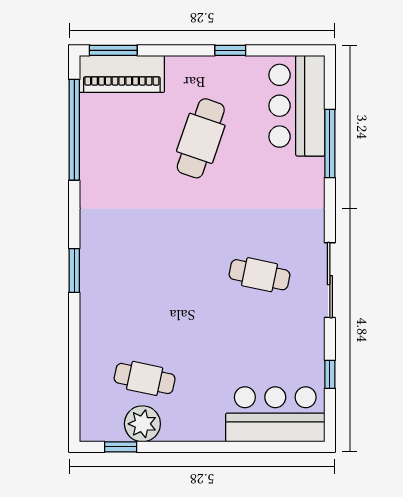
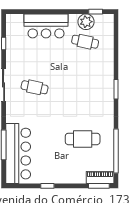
piano: (122, 74) -> (100, 178), width x0.73, depth x0.75
bar counter: (297, 106) -> (18, 154), width x1.36
cafe table: (201, 138) -> (83, 139), moved, turned 71
bar counter: (275, 414) -> (46, 26), moved

